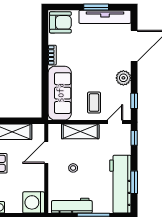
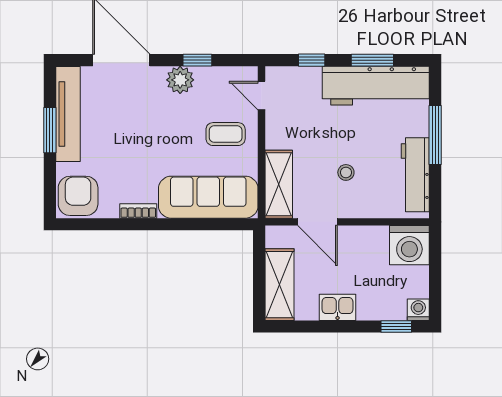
window: (134, 101) -> (197, 60), moved
shelving: (80, 131) -> (279, 184), moved
window: (134, 138) -> (312, 60), moved

